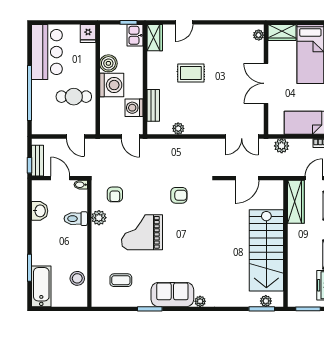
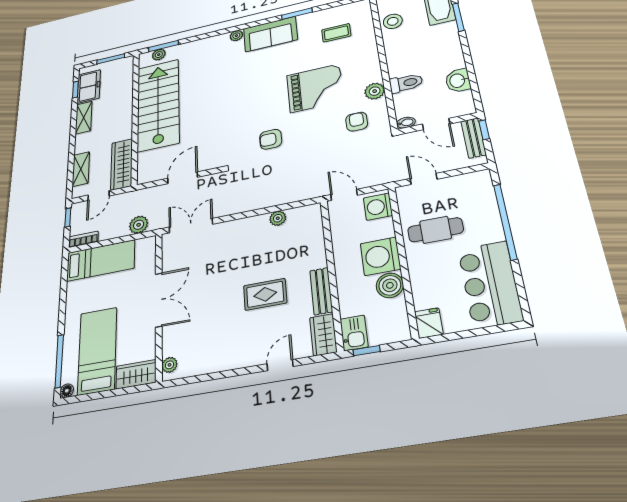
bench: (153, 105) -> (321, 291), moved
washing machine: (134, 108) -> (378, 207), moved, turned 180

